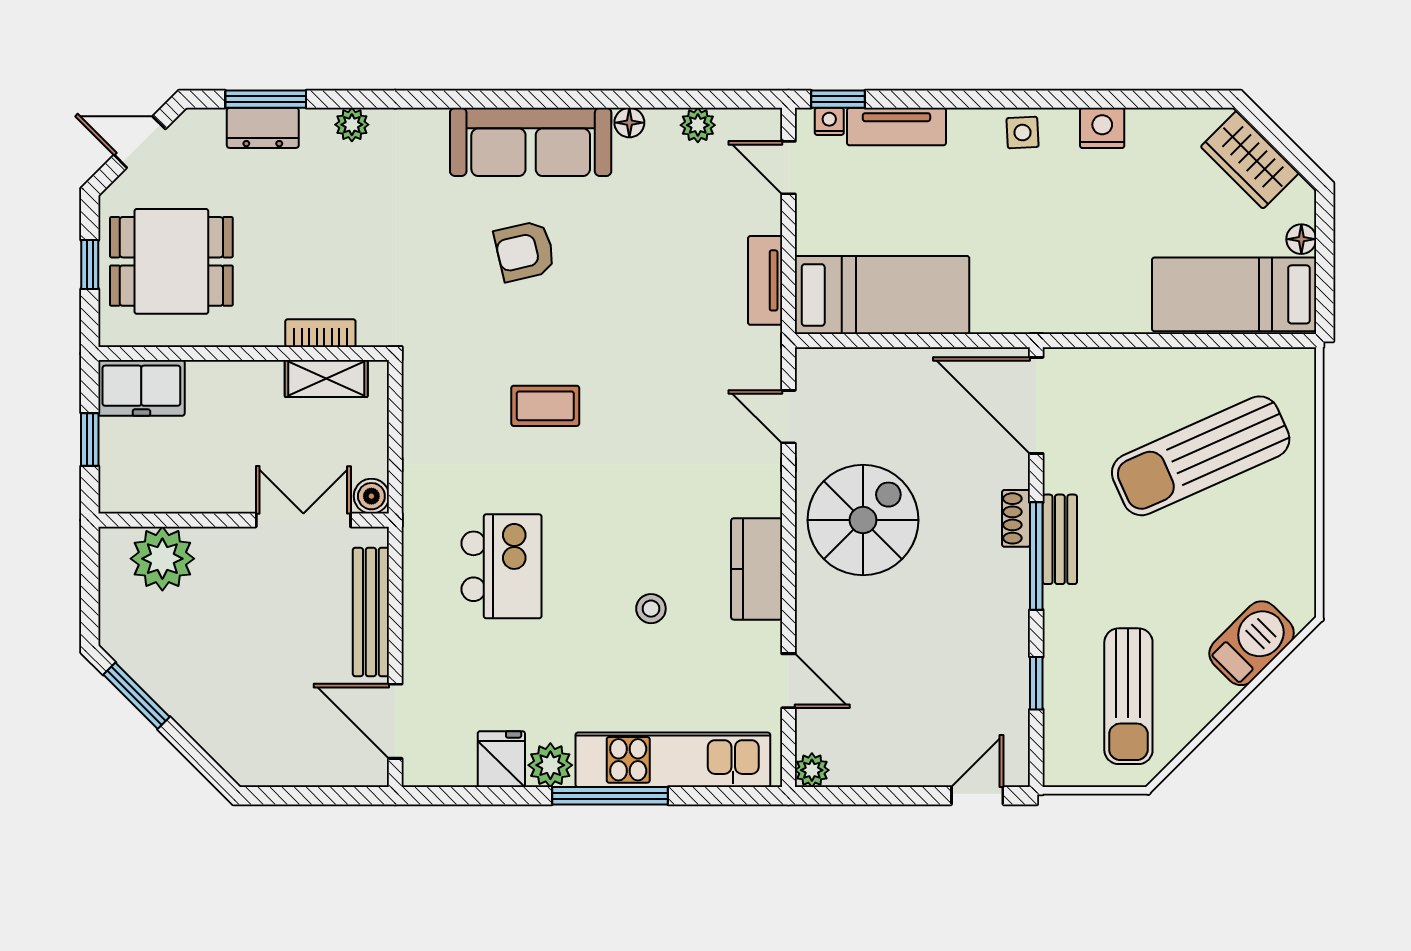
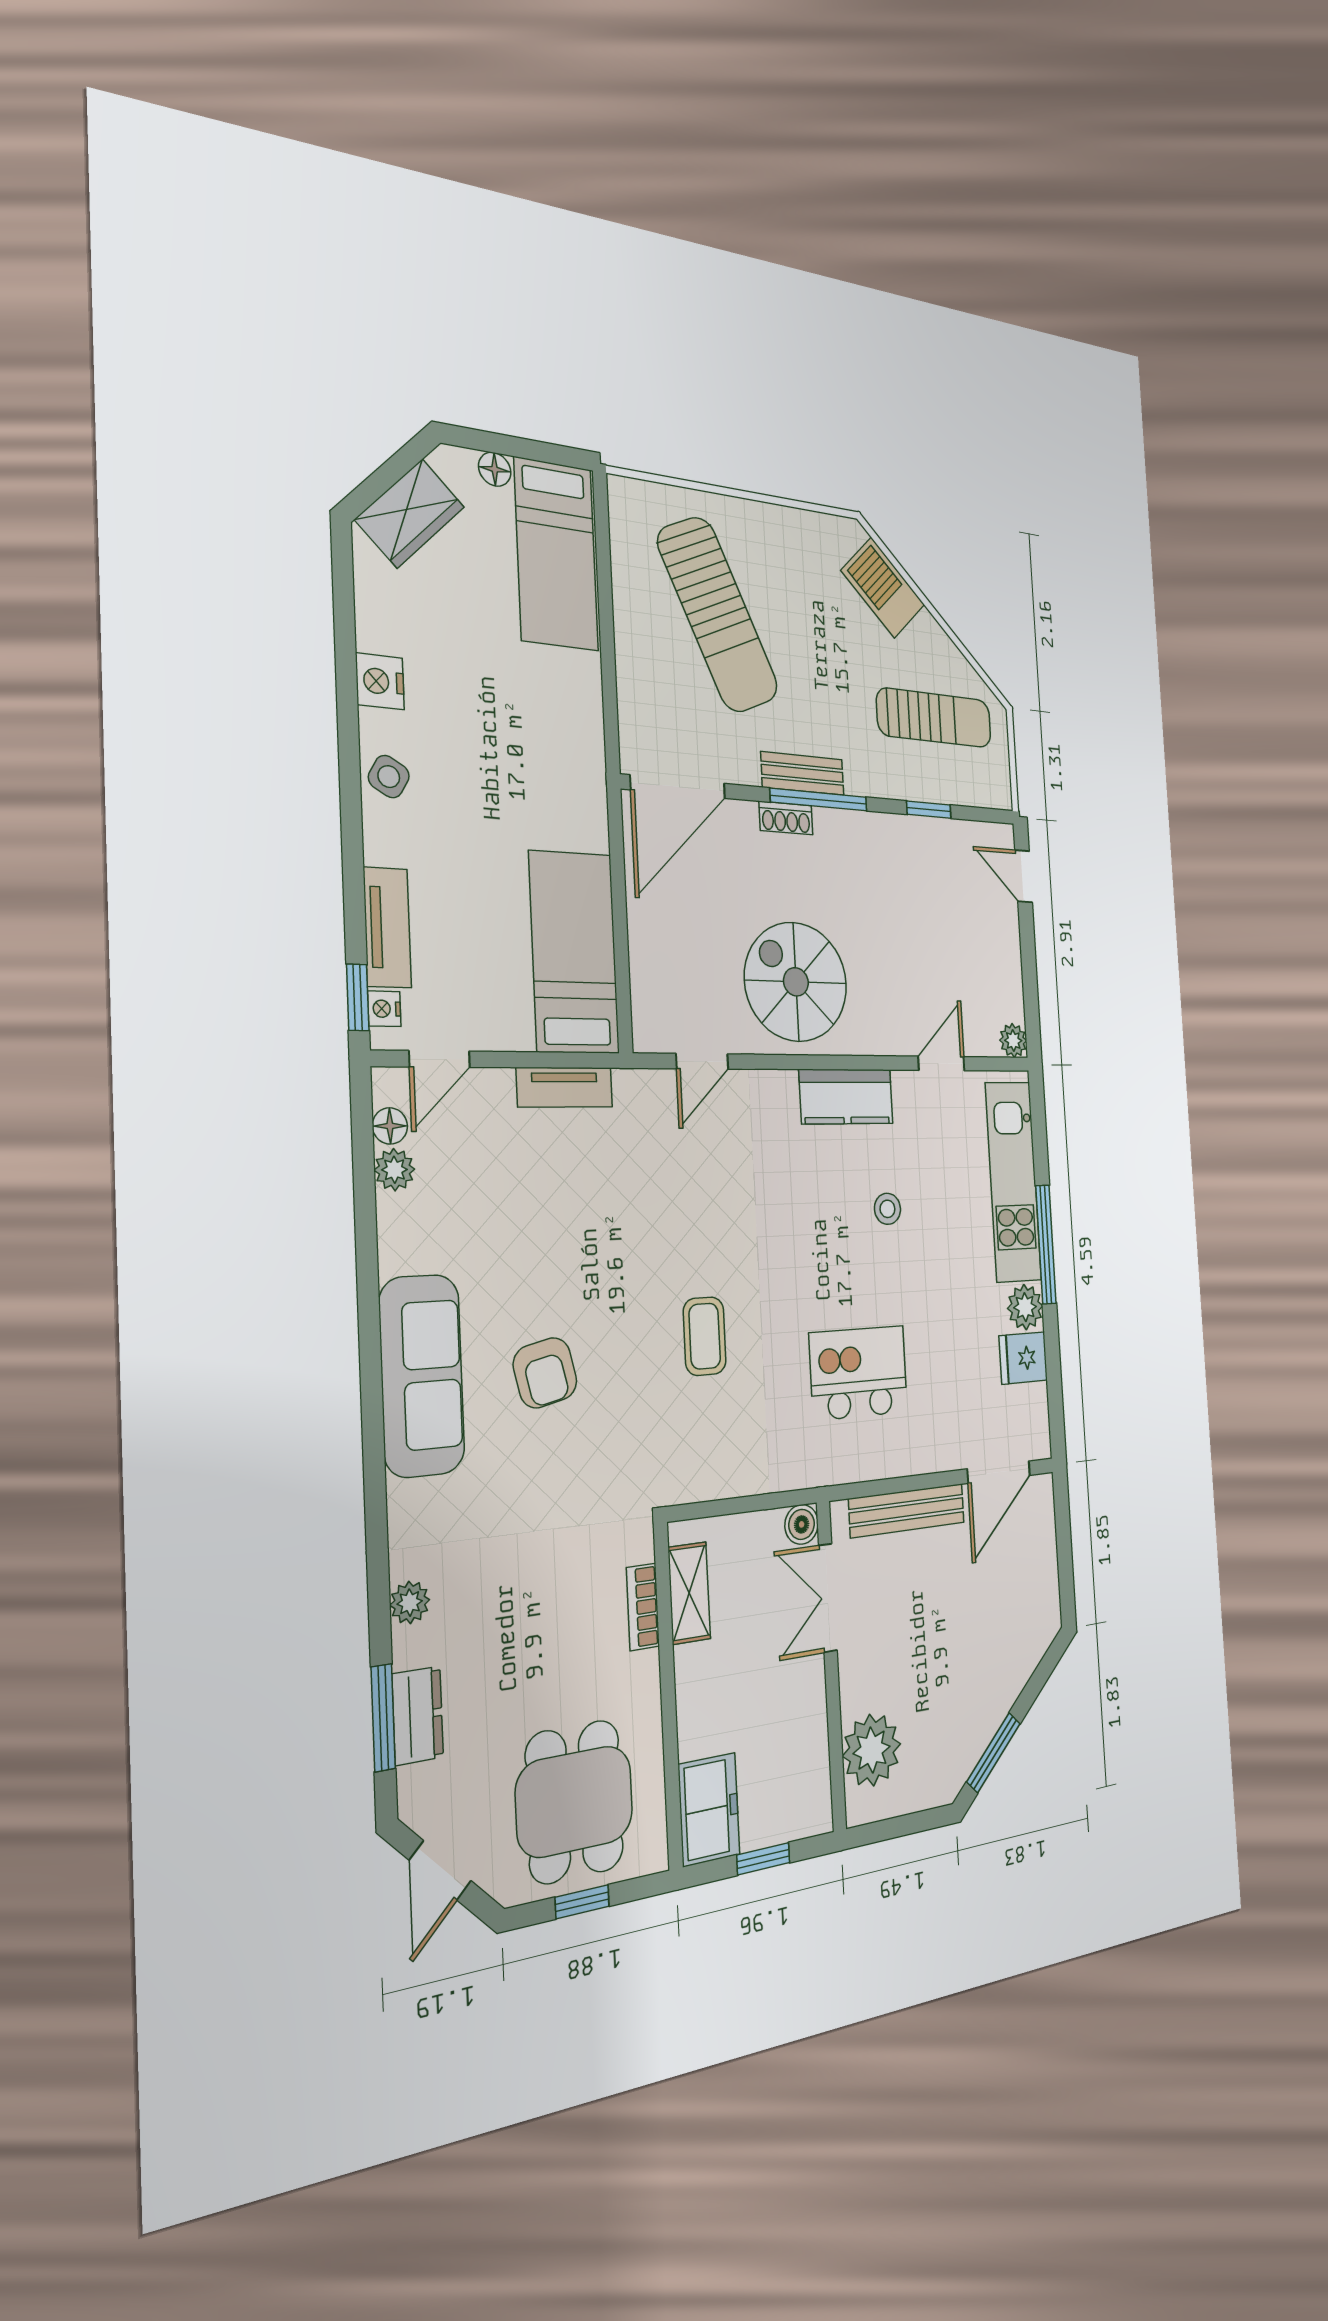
floor lamp: (629, 123) -> (390, 1126), moved
side table: (1023, 133) -> (389, 777), turned 33

